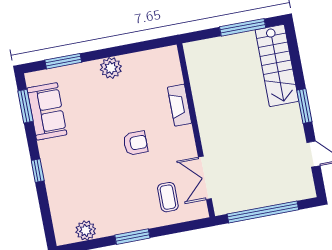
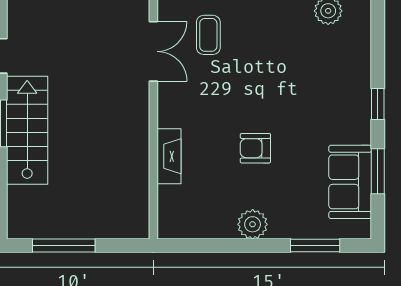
stairs: (277, 66) -> (27, 130), moved
window: (25, 106) -> (378, 171), moved
armchair: (135, 143) -> (255, 148), moved

